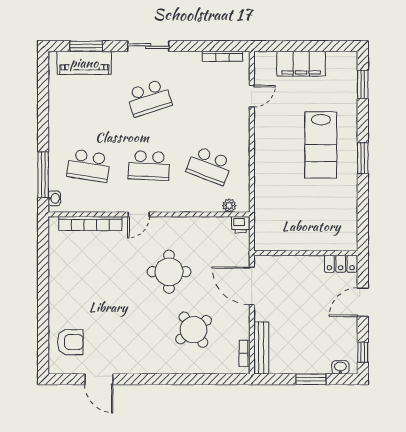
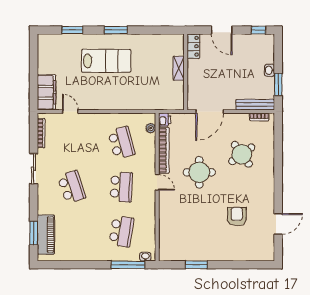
sliding door: (148, 46) -> (34, 169), moved
filing cabinet: (301, 64) -> (46, 92), moved
window: (363, 84) -> (72, 30), moved
school desk: (209, 166) -> (121, 143), turned -36
door: (139, 214) -> (157, 182), moved
bookcase: (90, 224) -> (164, 150), moved
shelving: (311, 244) -> (179, 68), added
window: (43, 268) -> (196, 265), added
armchair: (70, 342) -> (237, 216), moved
washbasin: (340, 367) -> (269, 70), moved
window: (311, 379) -> (278, 84), moved

